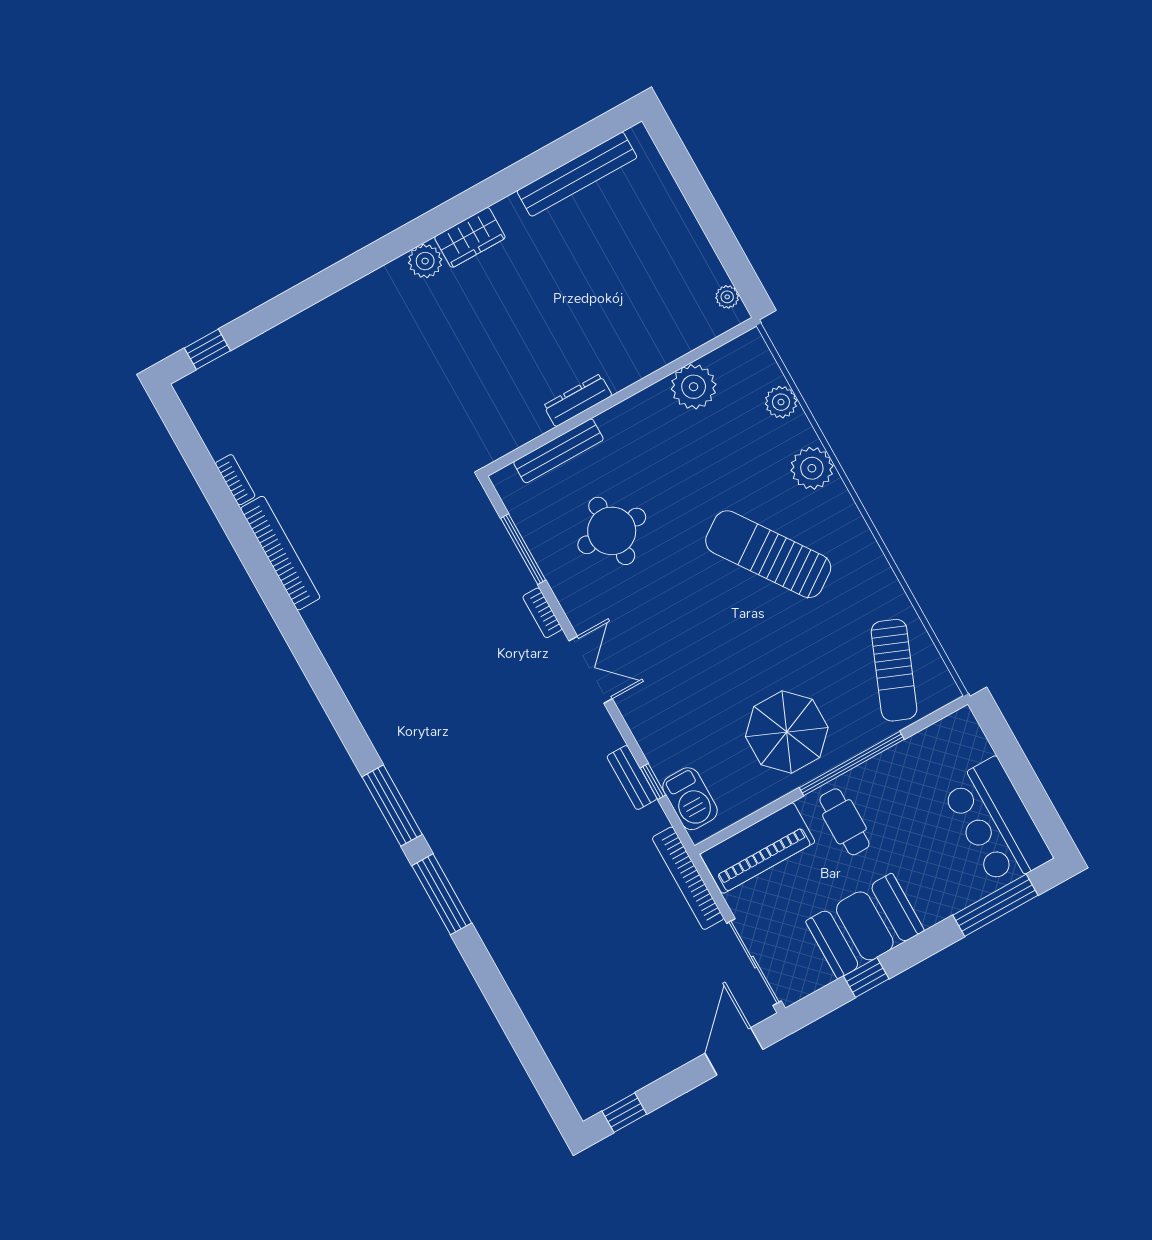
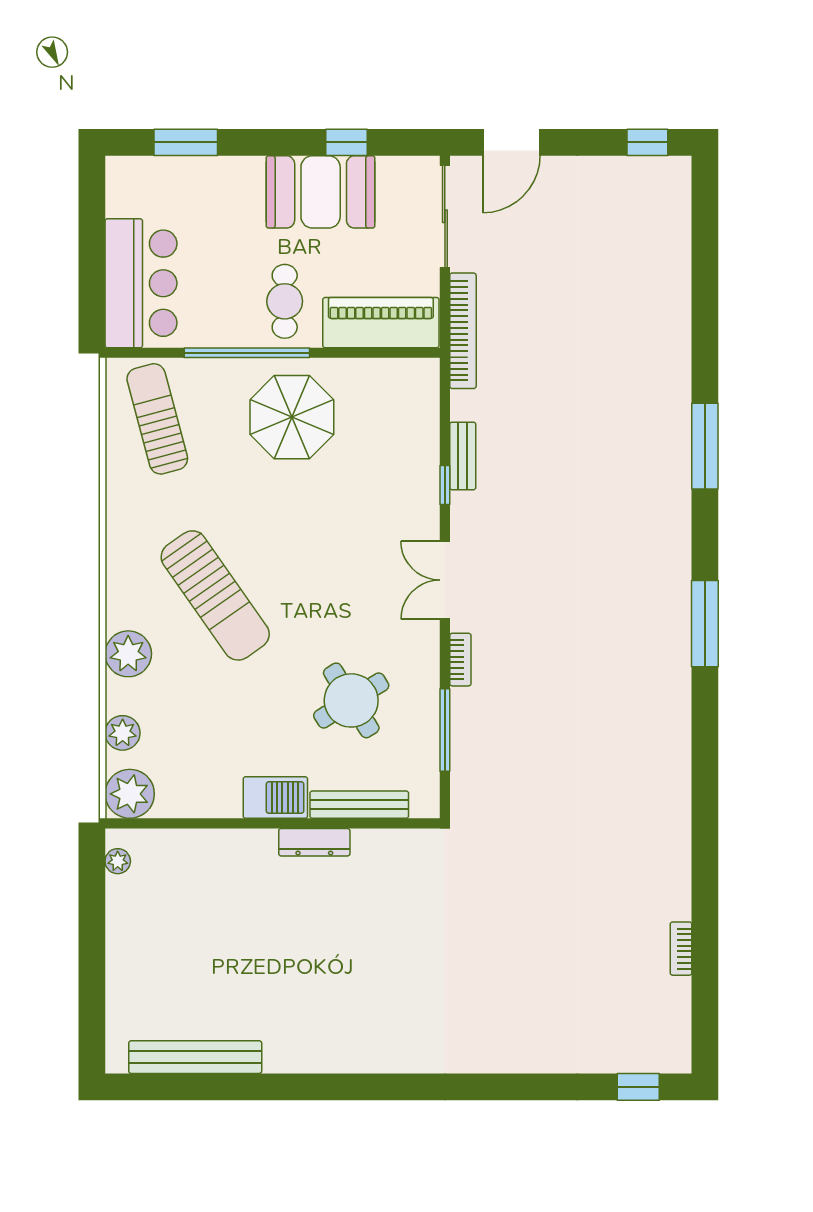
wardrobe: (470, 237) -> (330, 1054), removed
plant: (425, 261) -> (385, 1055), removed
plant: (694, 387) -> (130, 794), moved
round table: (612, 531) -> (351, 700), turned -32
bookcase: (280, 553) -> (677, 855), removed
sun lounger: (894, 670) -> (157, 419), turned -37
window: (653, 781) -> (445, 485), moved
barbecue: (690, 799) -> (275, 797), moved, turned 90
window: (392, 806) -> (705, 624), moved
bar counter: (996, 823) -> (141, 283), moved
window: (995, 905) -> (186, 142), width x0.69

